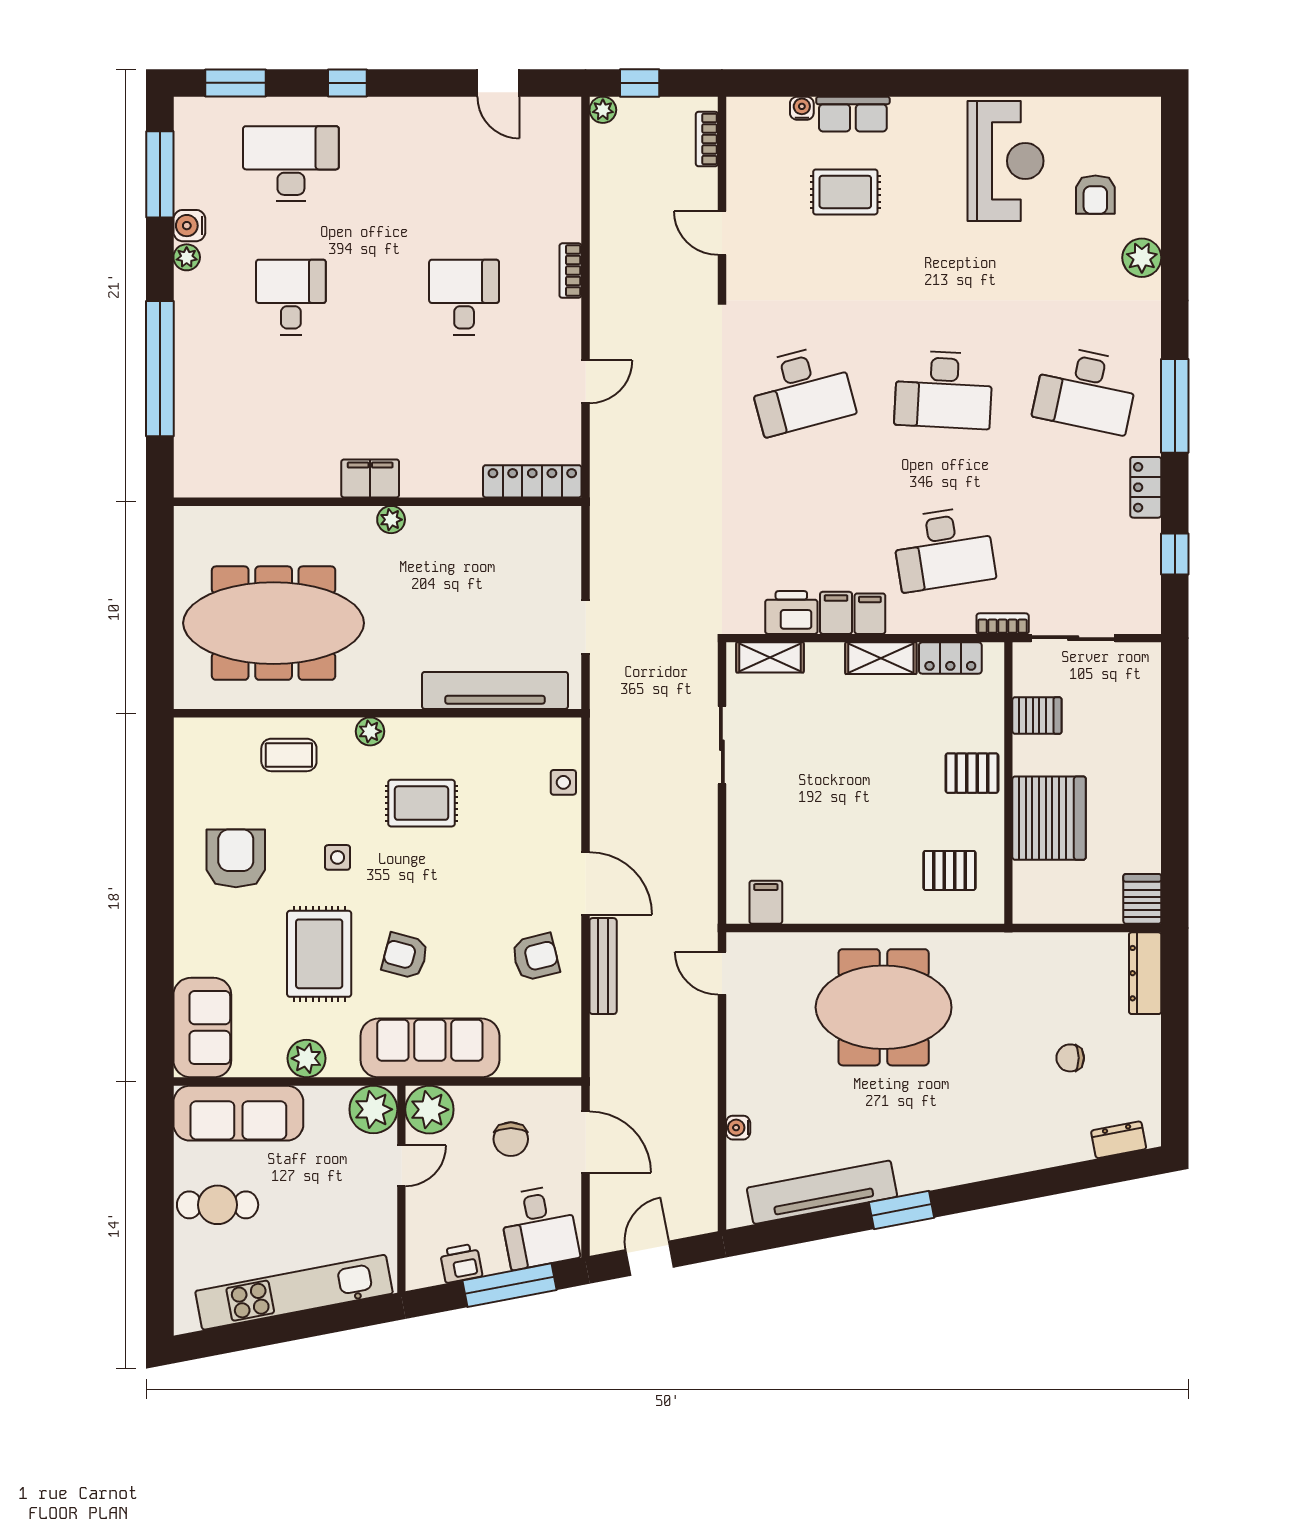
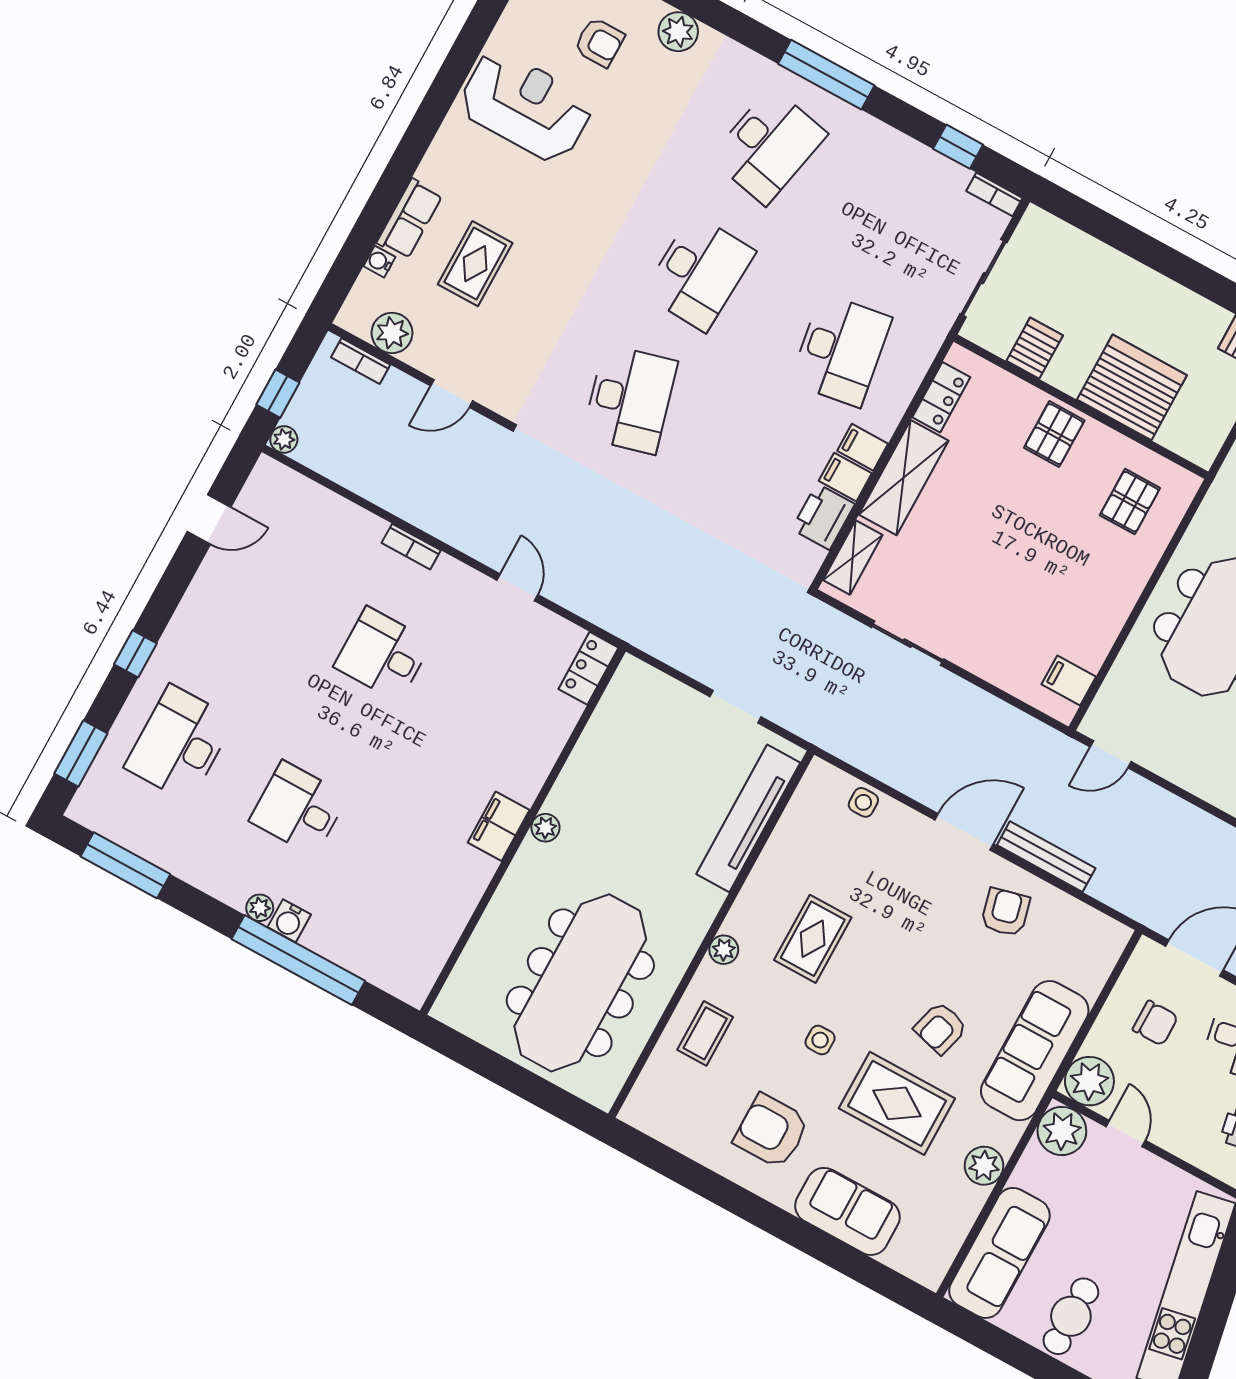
plant: (746, 153) -> (392, 333), added
water cooler: (189, 226) -> (289, 921), moved
plant: (187, 257) -> (260, 908), moved
locker: (532, 481) -> (588, 668), width x0.66
locker: (1146, 487) -> (885, 140), removed
bookcase: (1003, 624) -> (994, 194), moved, turned -90
shelving: (881, 658) -> (904, 478), width x1.50, depth x1.33
sofa: (202, 1028) -> (847, 1211), moved

